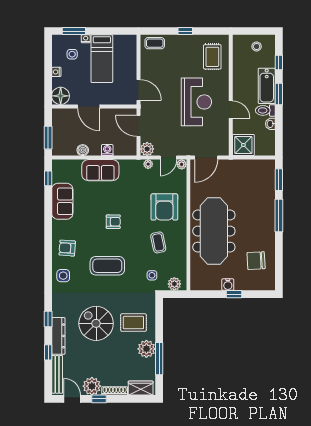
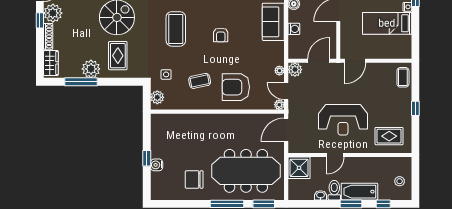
door: (206, 158) -> (286, 130), hinge flipped
meeting table: (214, 231) -> (246, 171), moved
chair: (256, 261) -> (194, 180), moved, turned -87
water cooler: (228, 285) -> (157, 165), moved

